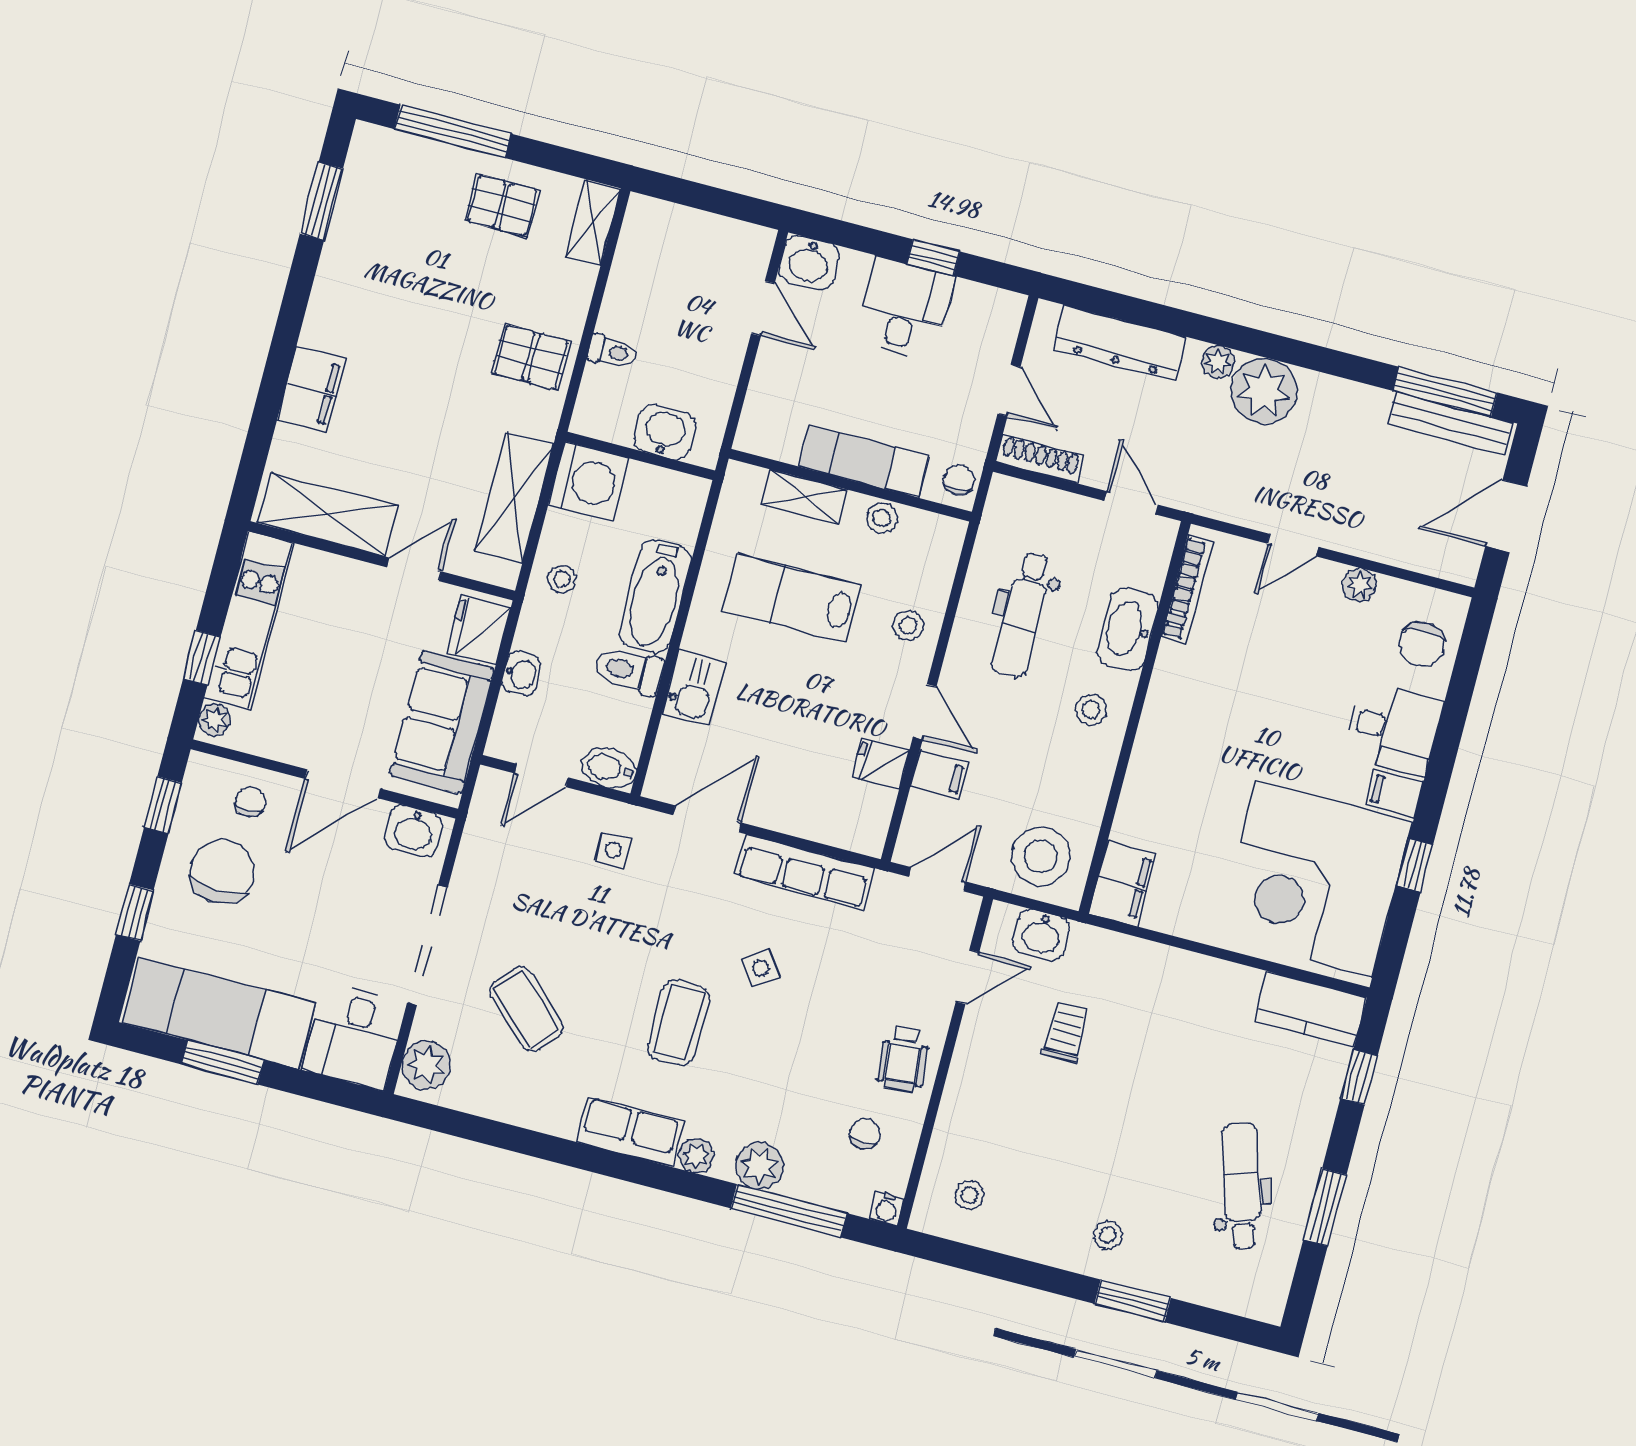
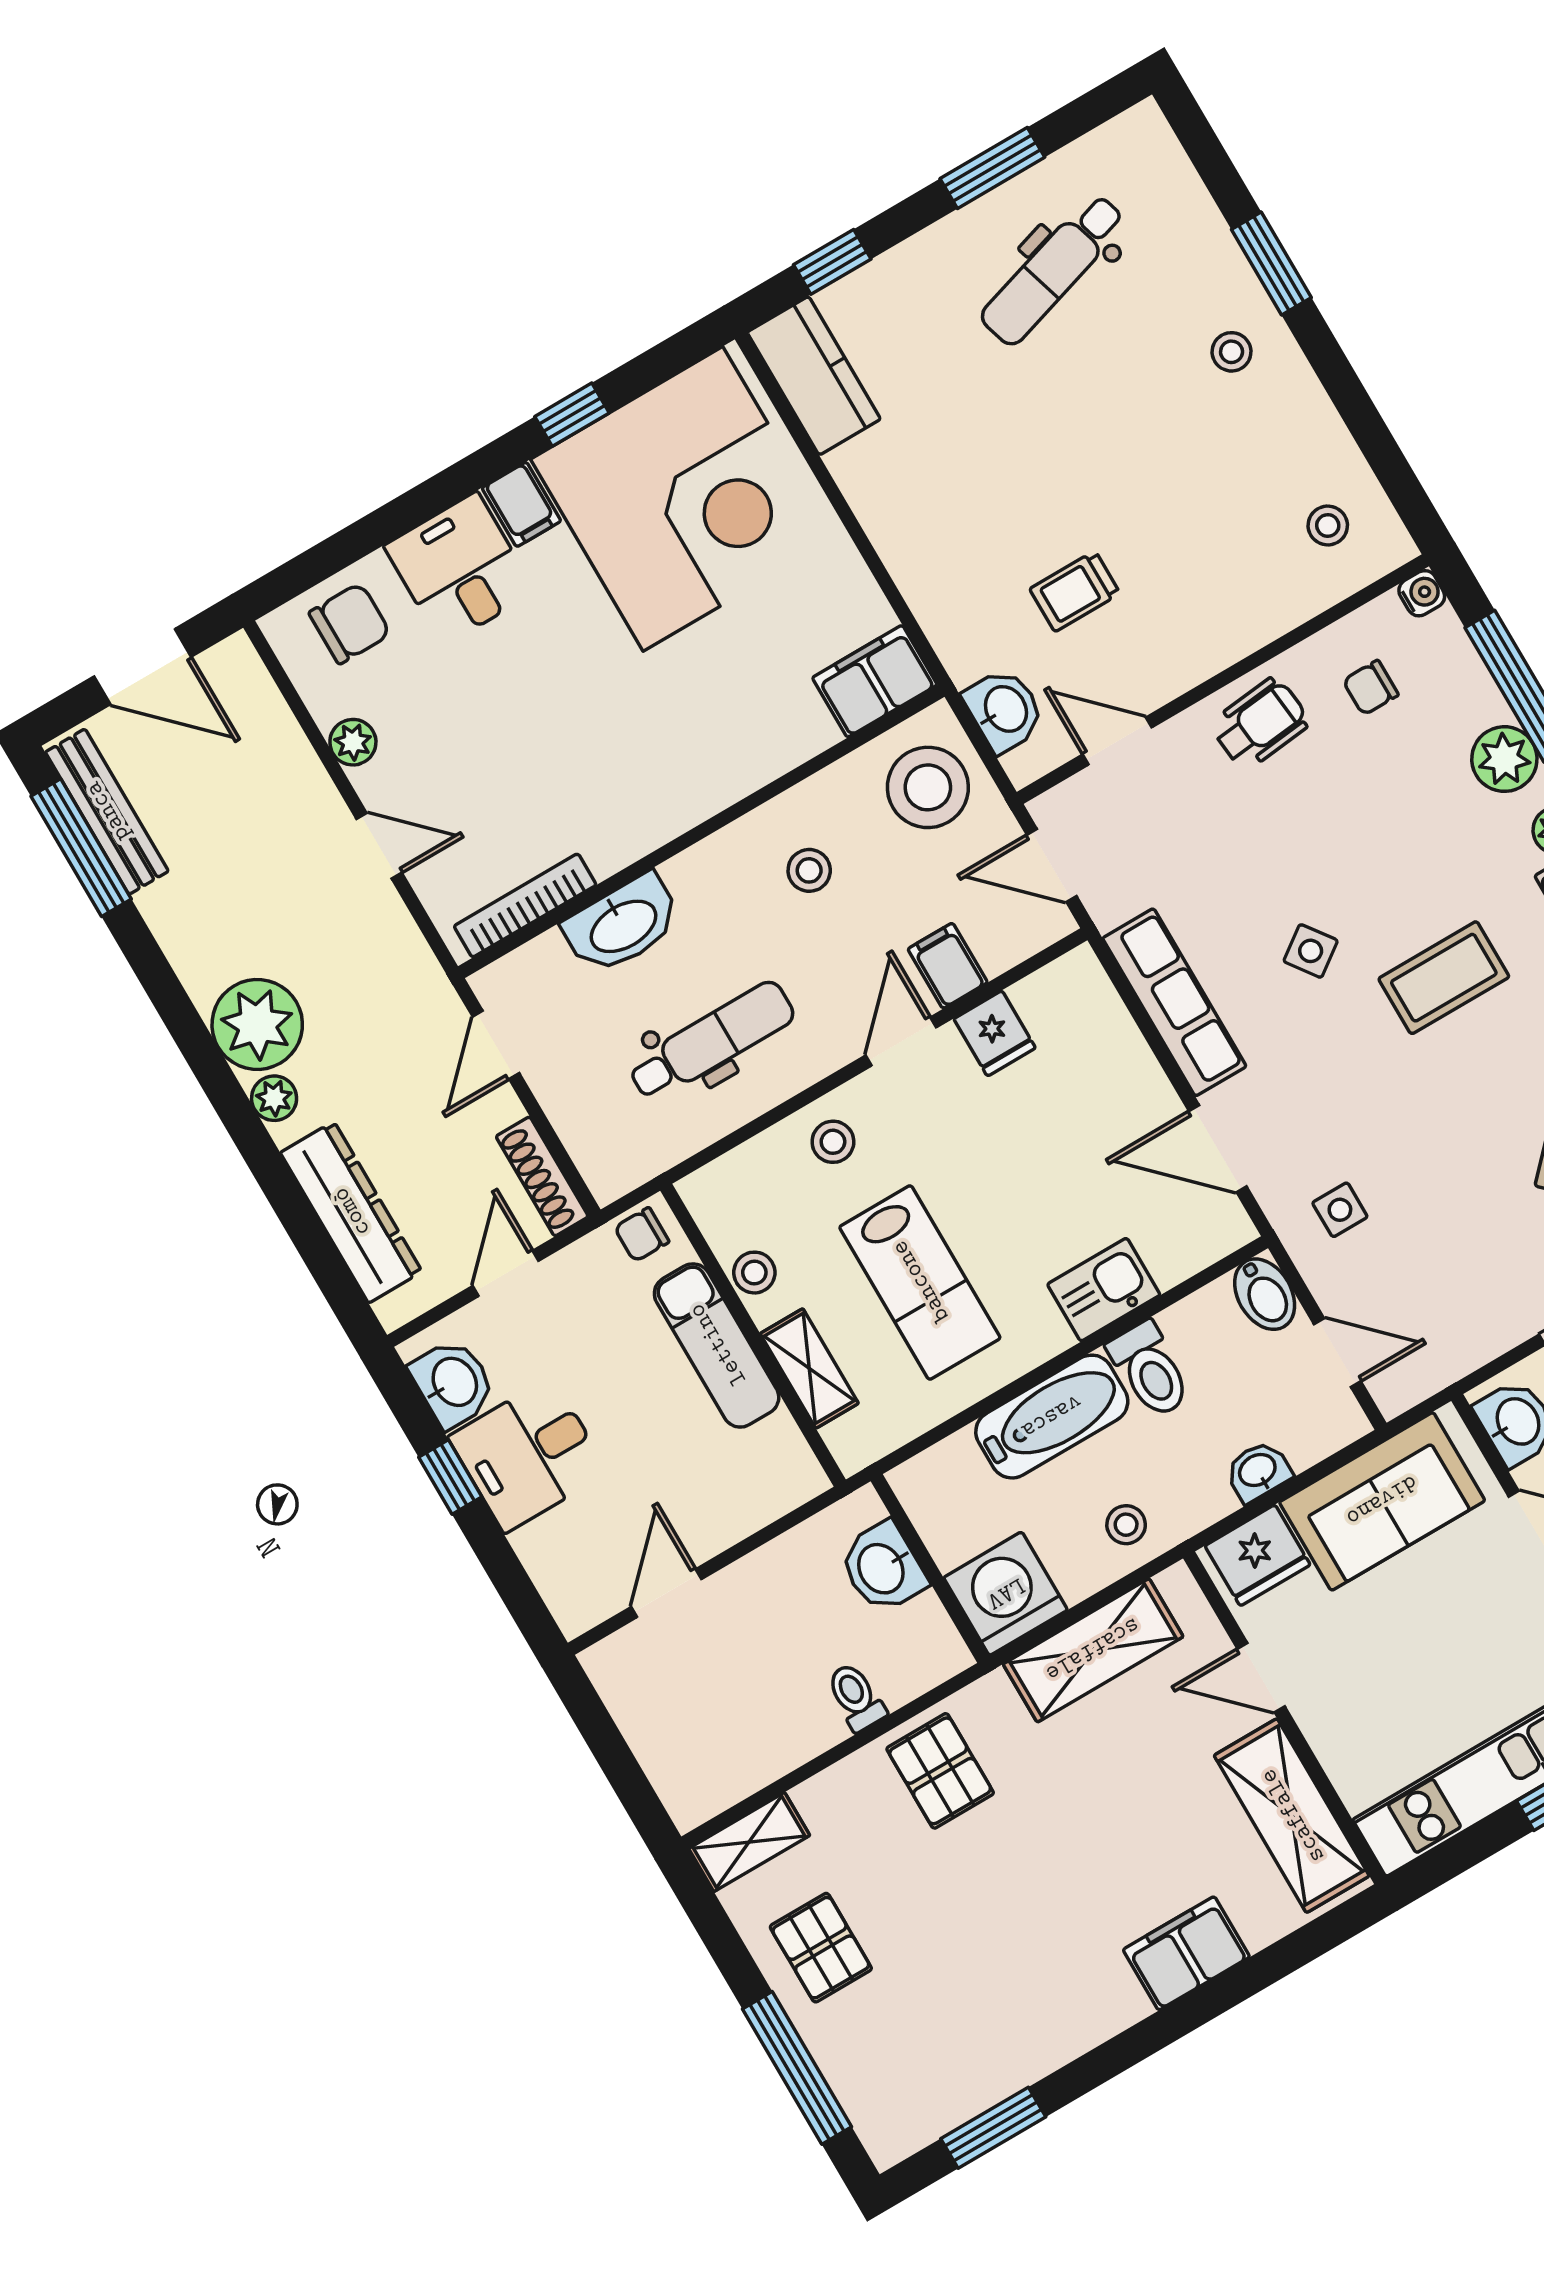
washbasin: (809, 262) -> (453, 1383), moved
stool: (1091, 710) -> (809, 870), moved

